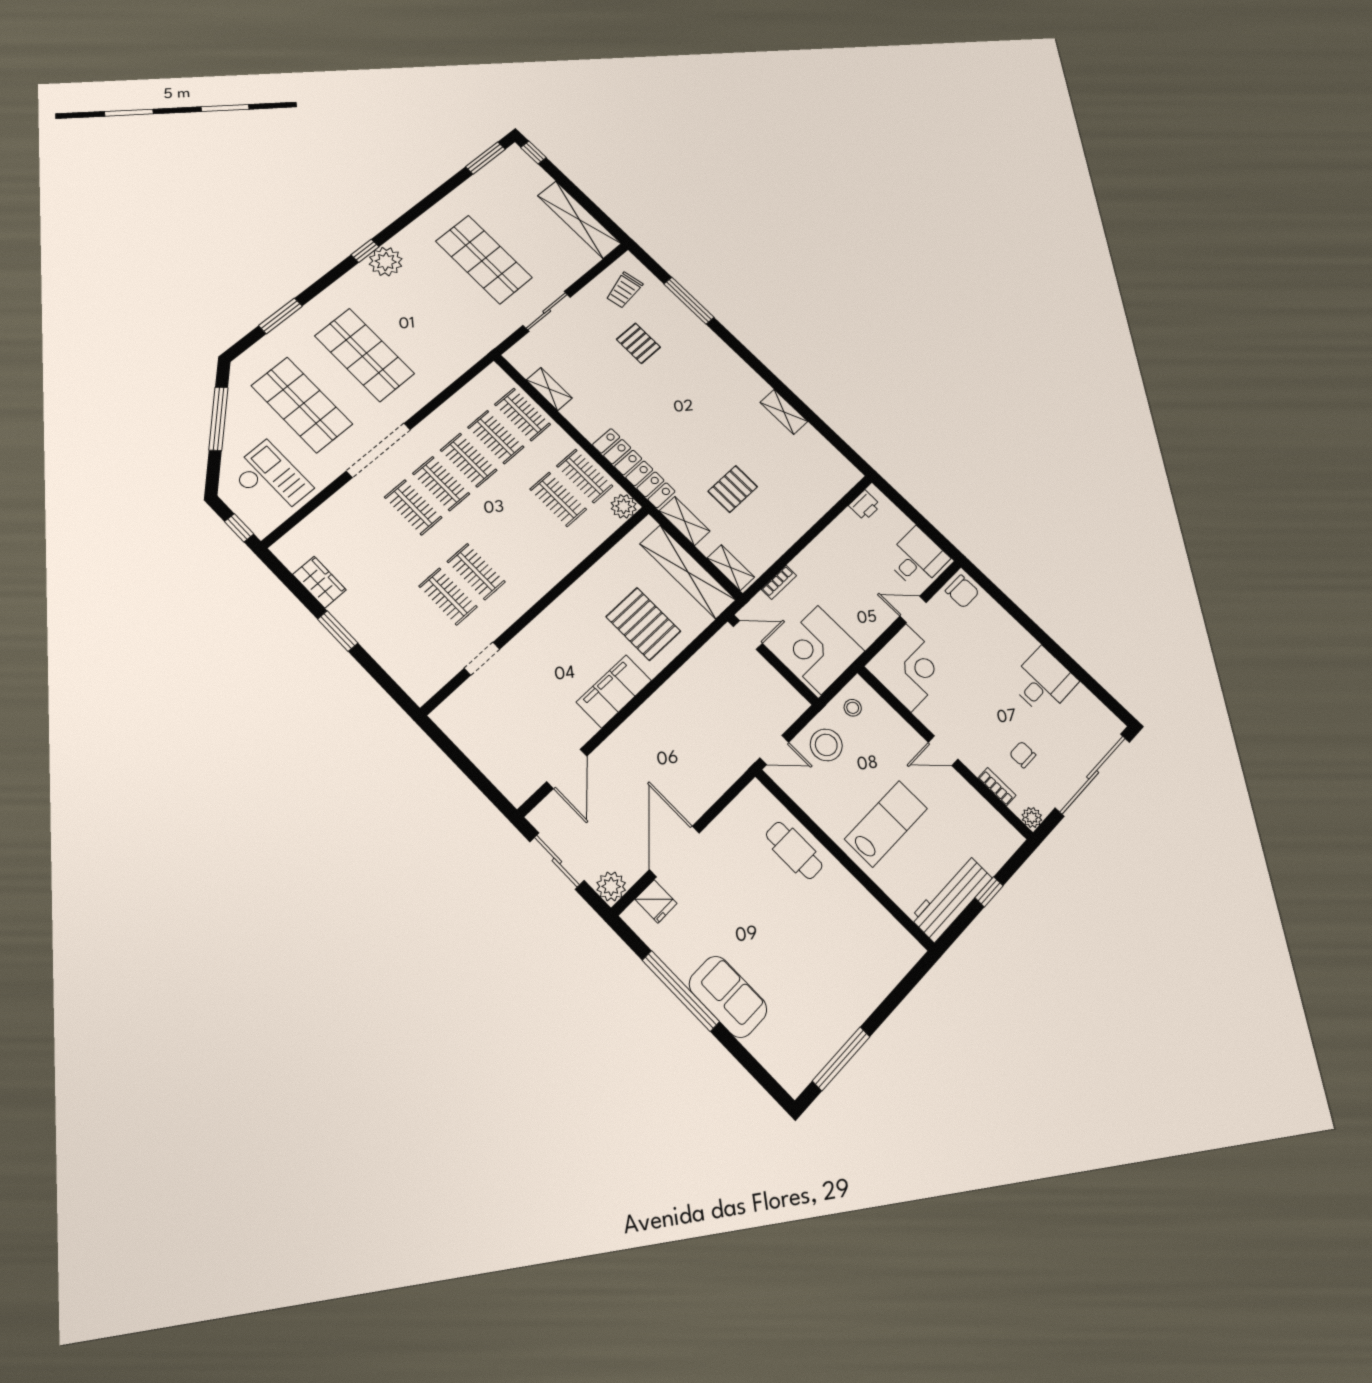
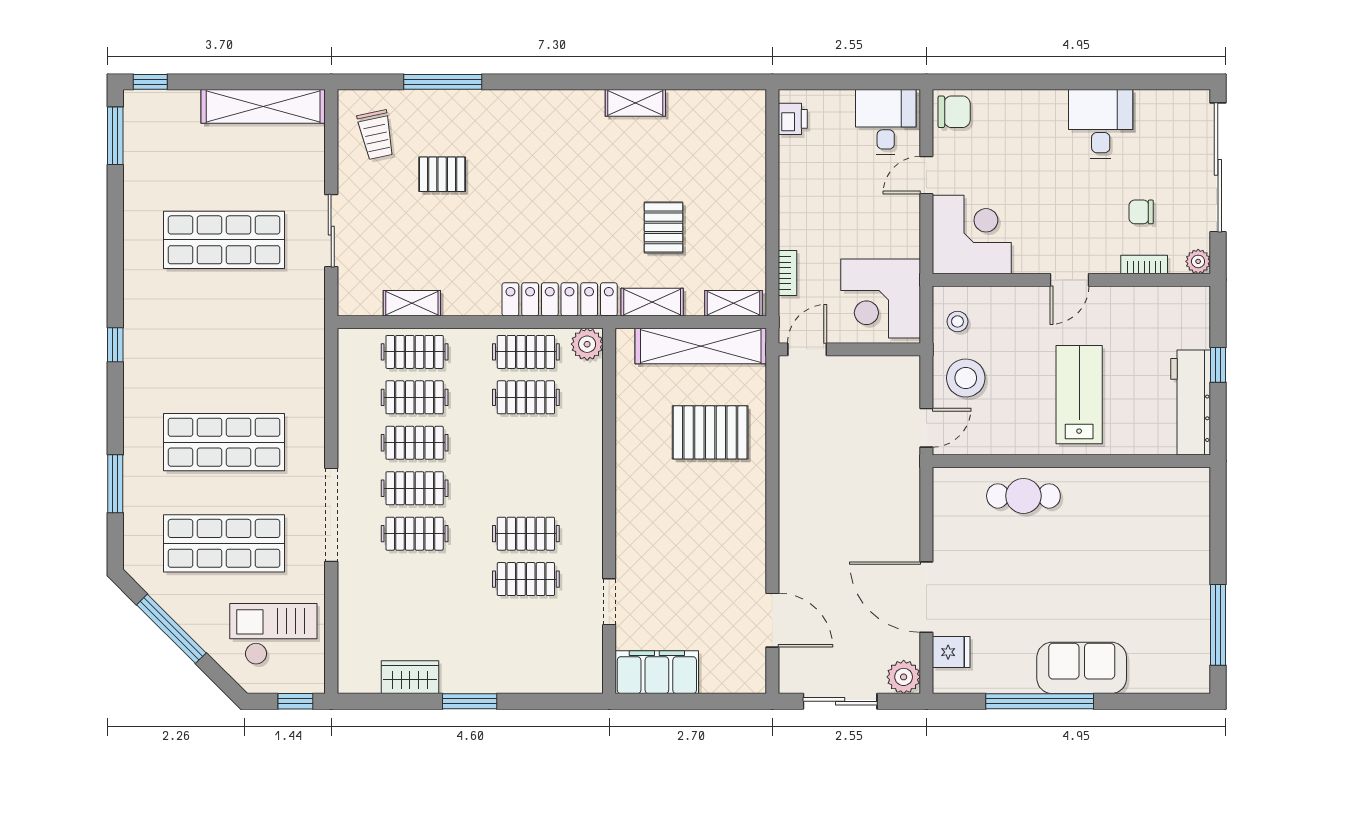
plant: (386, 262) -> (144, 336), removed
filing cabinet: (614, 691) -> (657, 672), moved, turned 90

